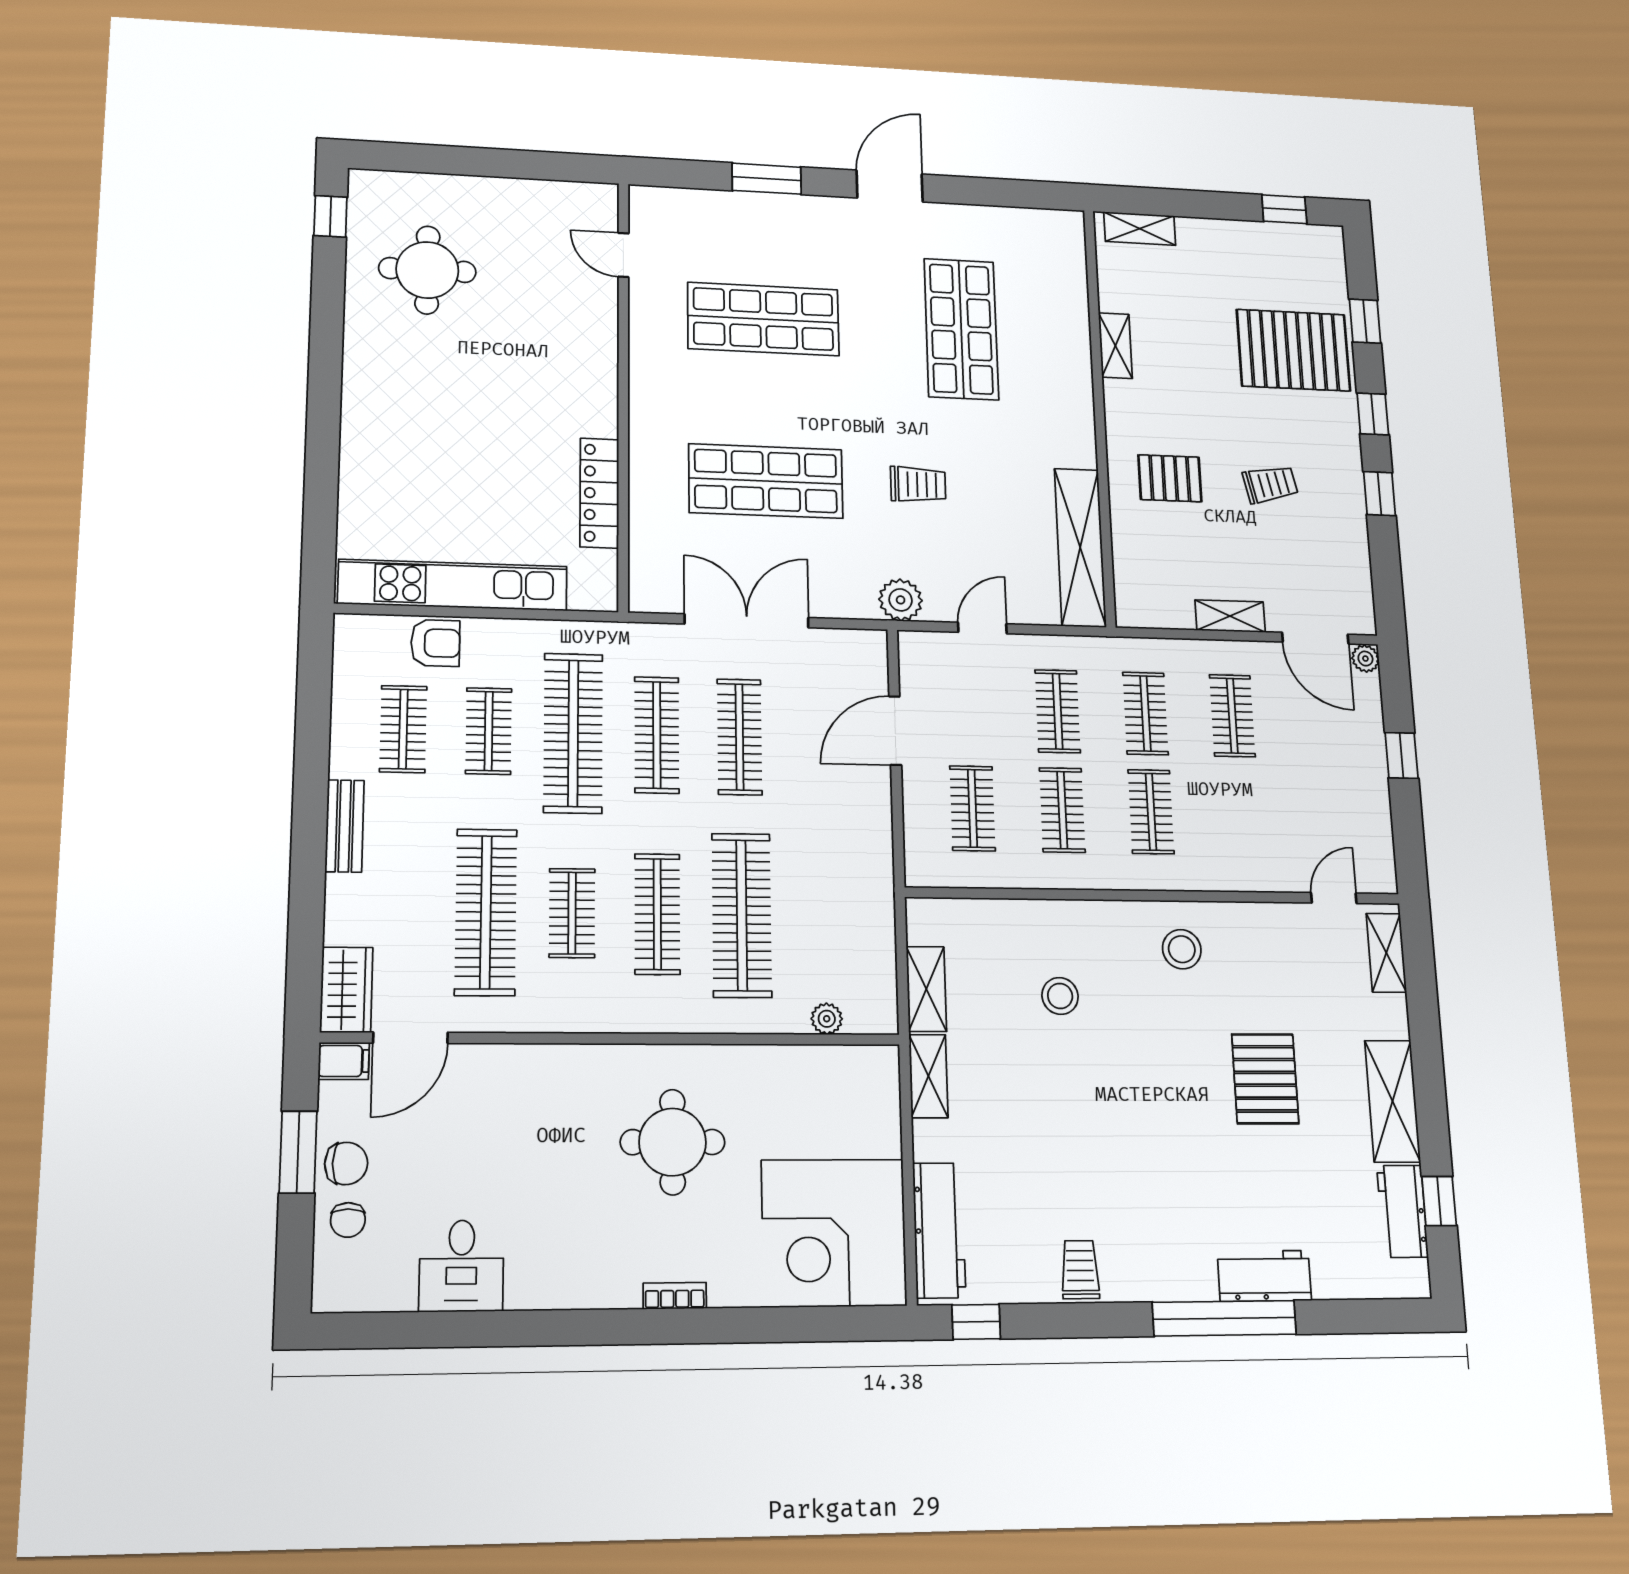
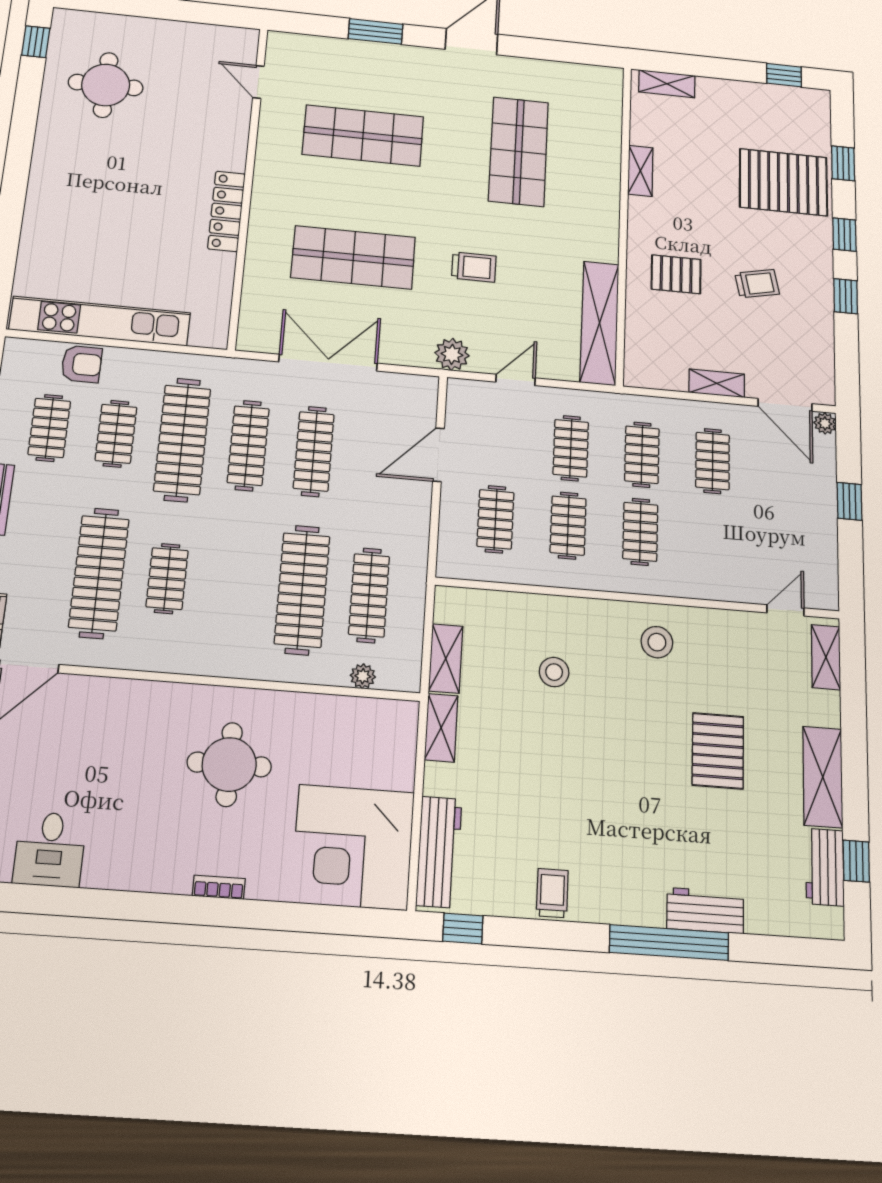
locker: (599, 493) -> (227, 211), moved
clothes rail: (657, 914) -> (369, 595), moved

